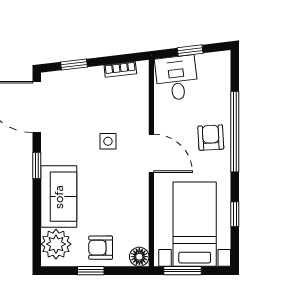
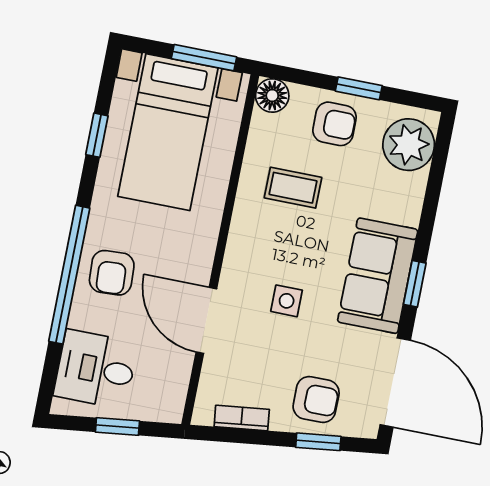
desk: (177, 78) -> (96, 369), moved, turned 97
armchair: (80, 88) -> (316, 400), added
door: (151, 153) -> (206, 320), moved
sofa: (59, 197) -> (378, 276), moved
coffee table: (117, 207) -> (293, 188), added

